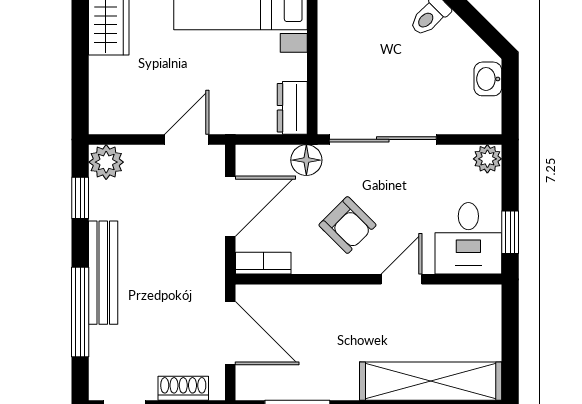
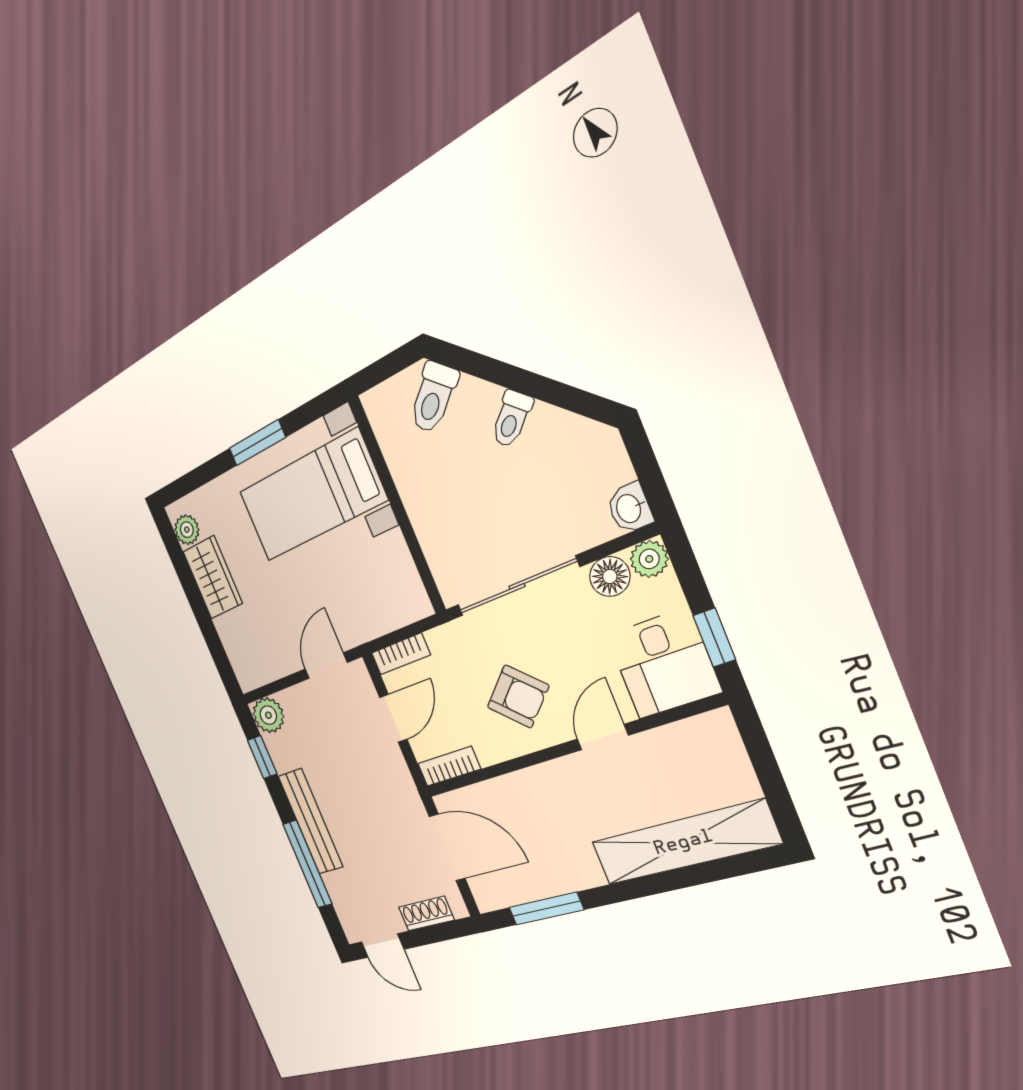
washbasin: (488, 79) -> (630, 508), moved
dresser: (292, 108) -> (409, 591), removed
bookcase: (262, 155) -> (401, 654), added
floor lamp: (306, 160) -> (610, 576), moved
door: (230, 206) -> (393, 718), width x0.73

